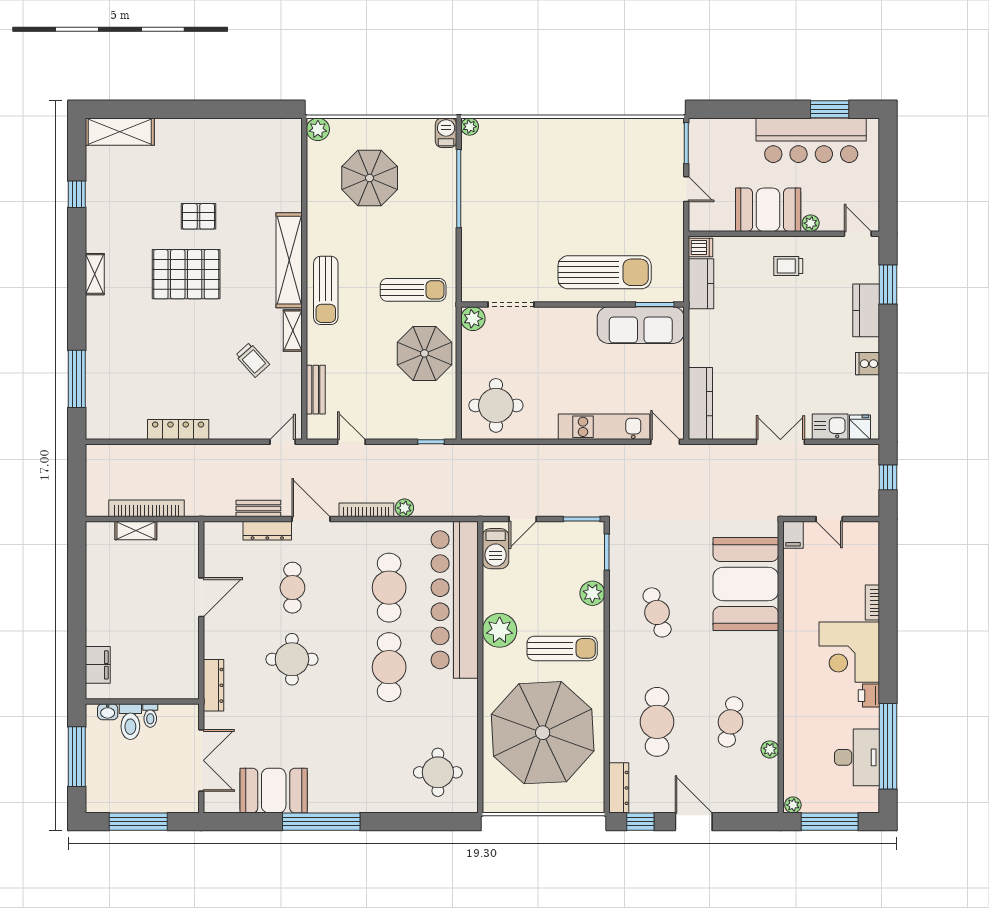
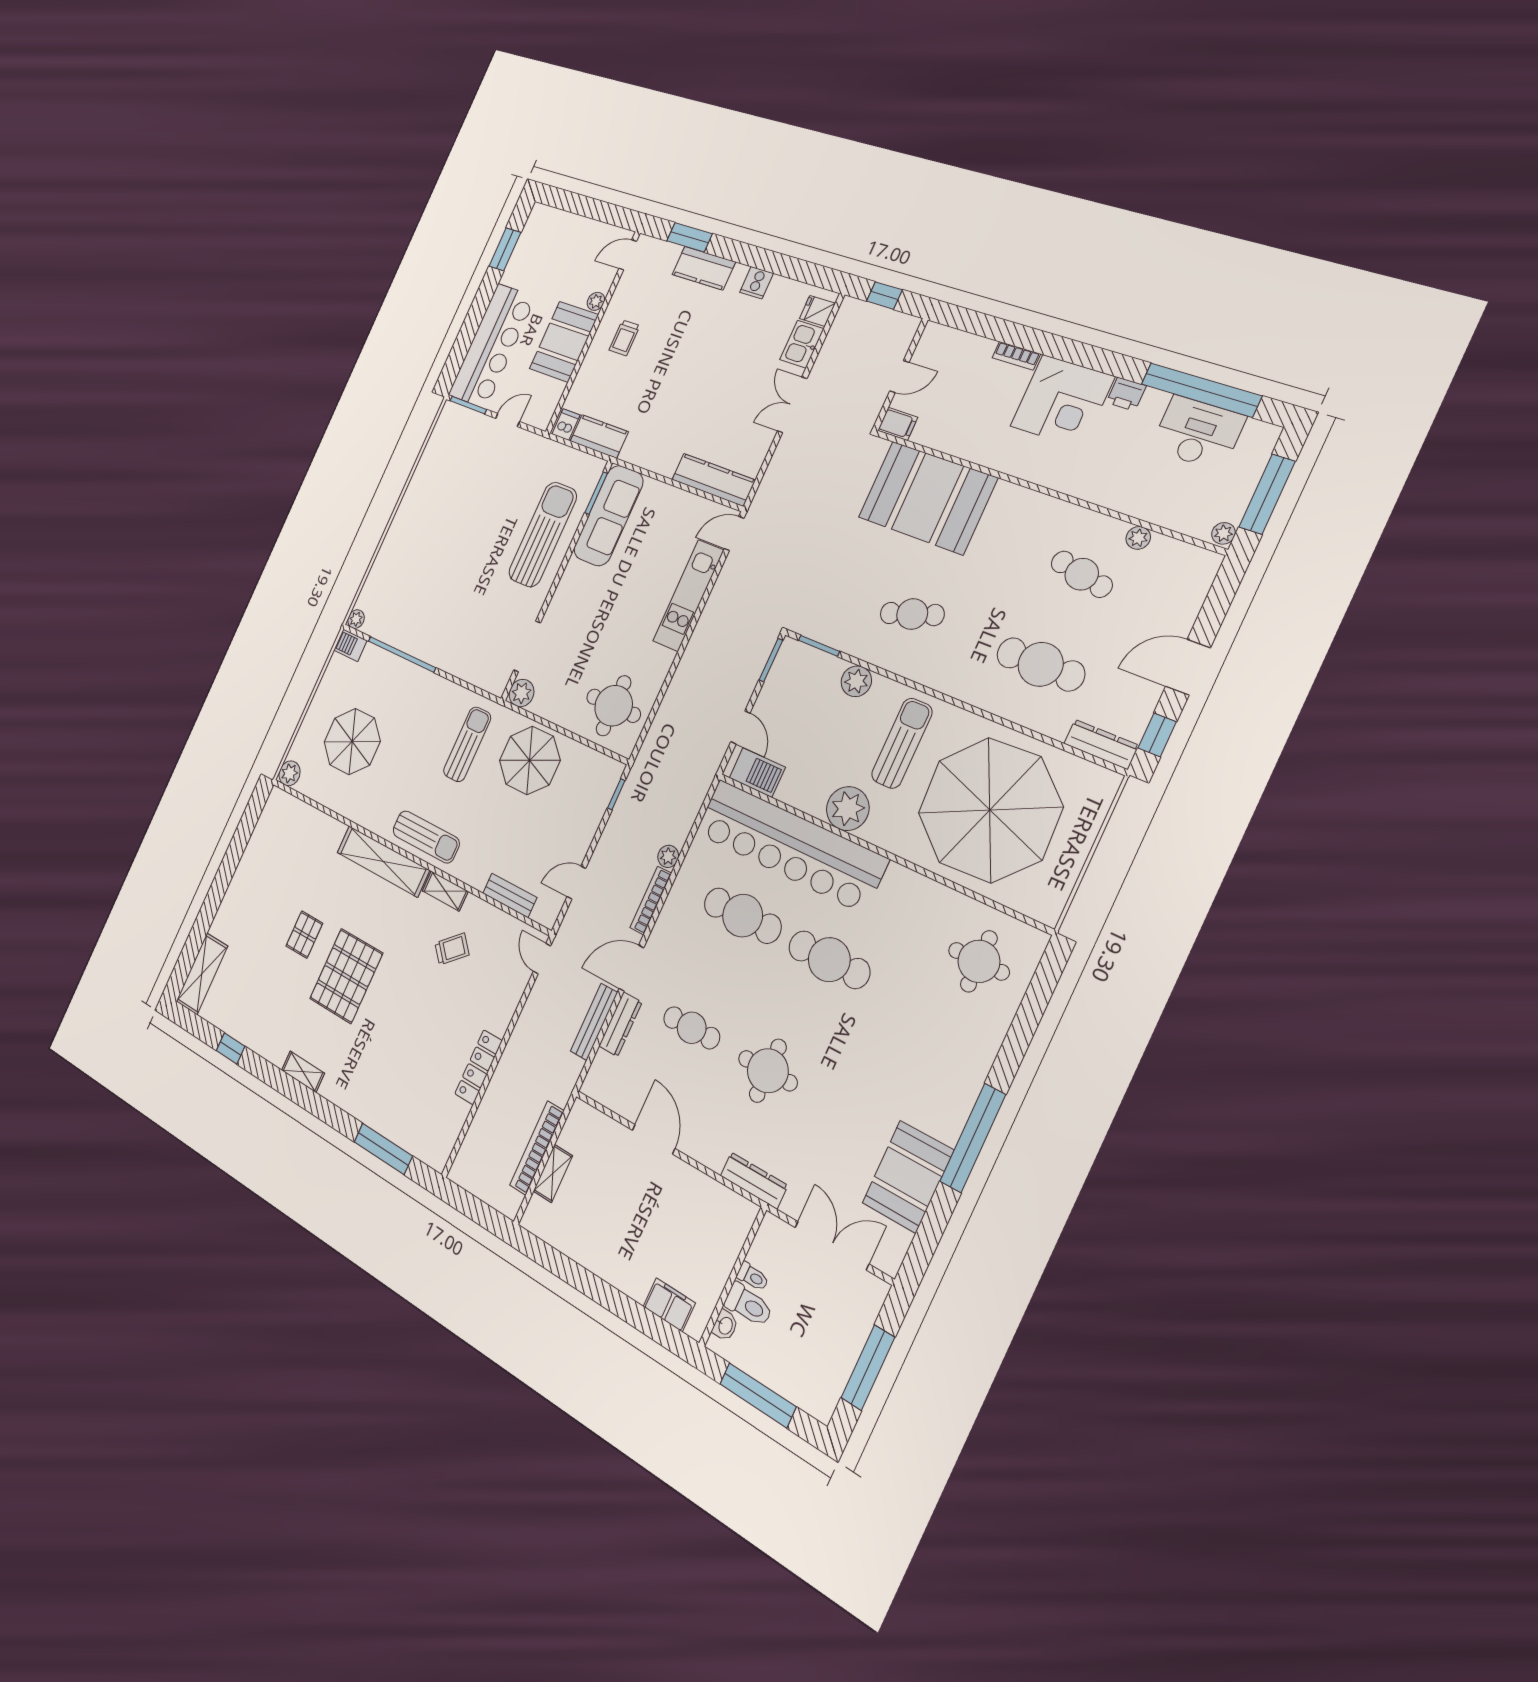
bar counter: (811, 140) -> (492, 346), moved
bench: (258, 508) -> (594, 1022), width x1.36

